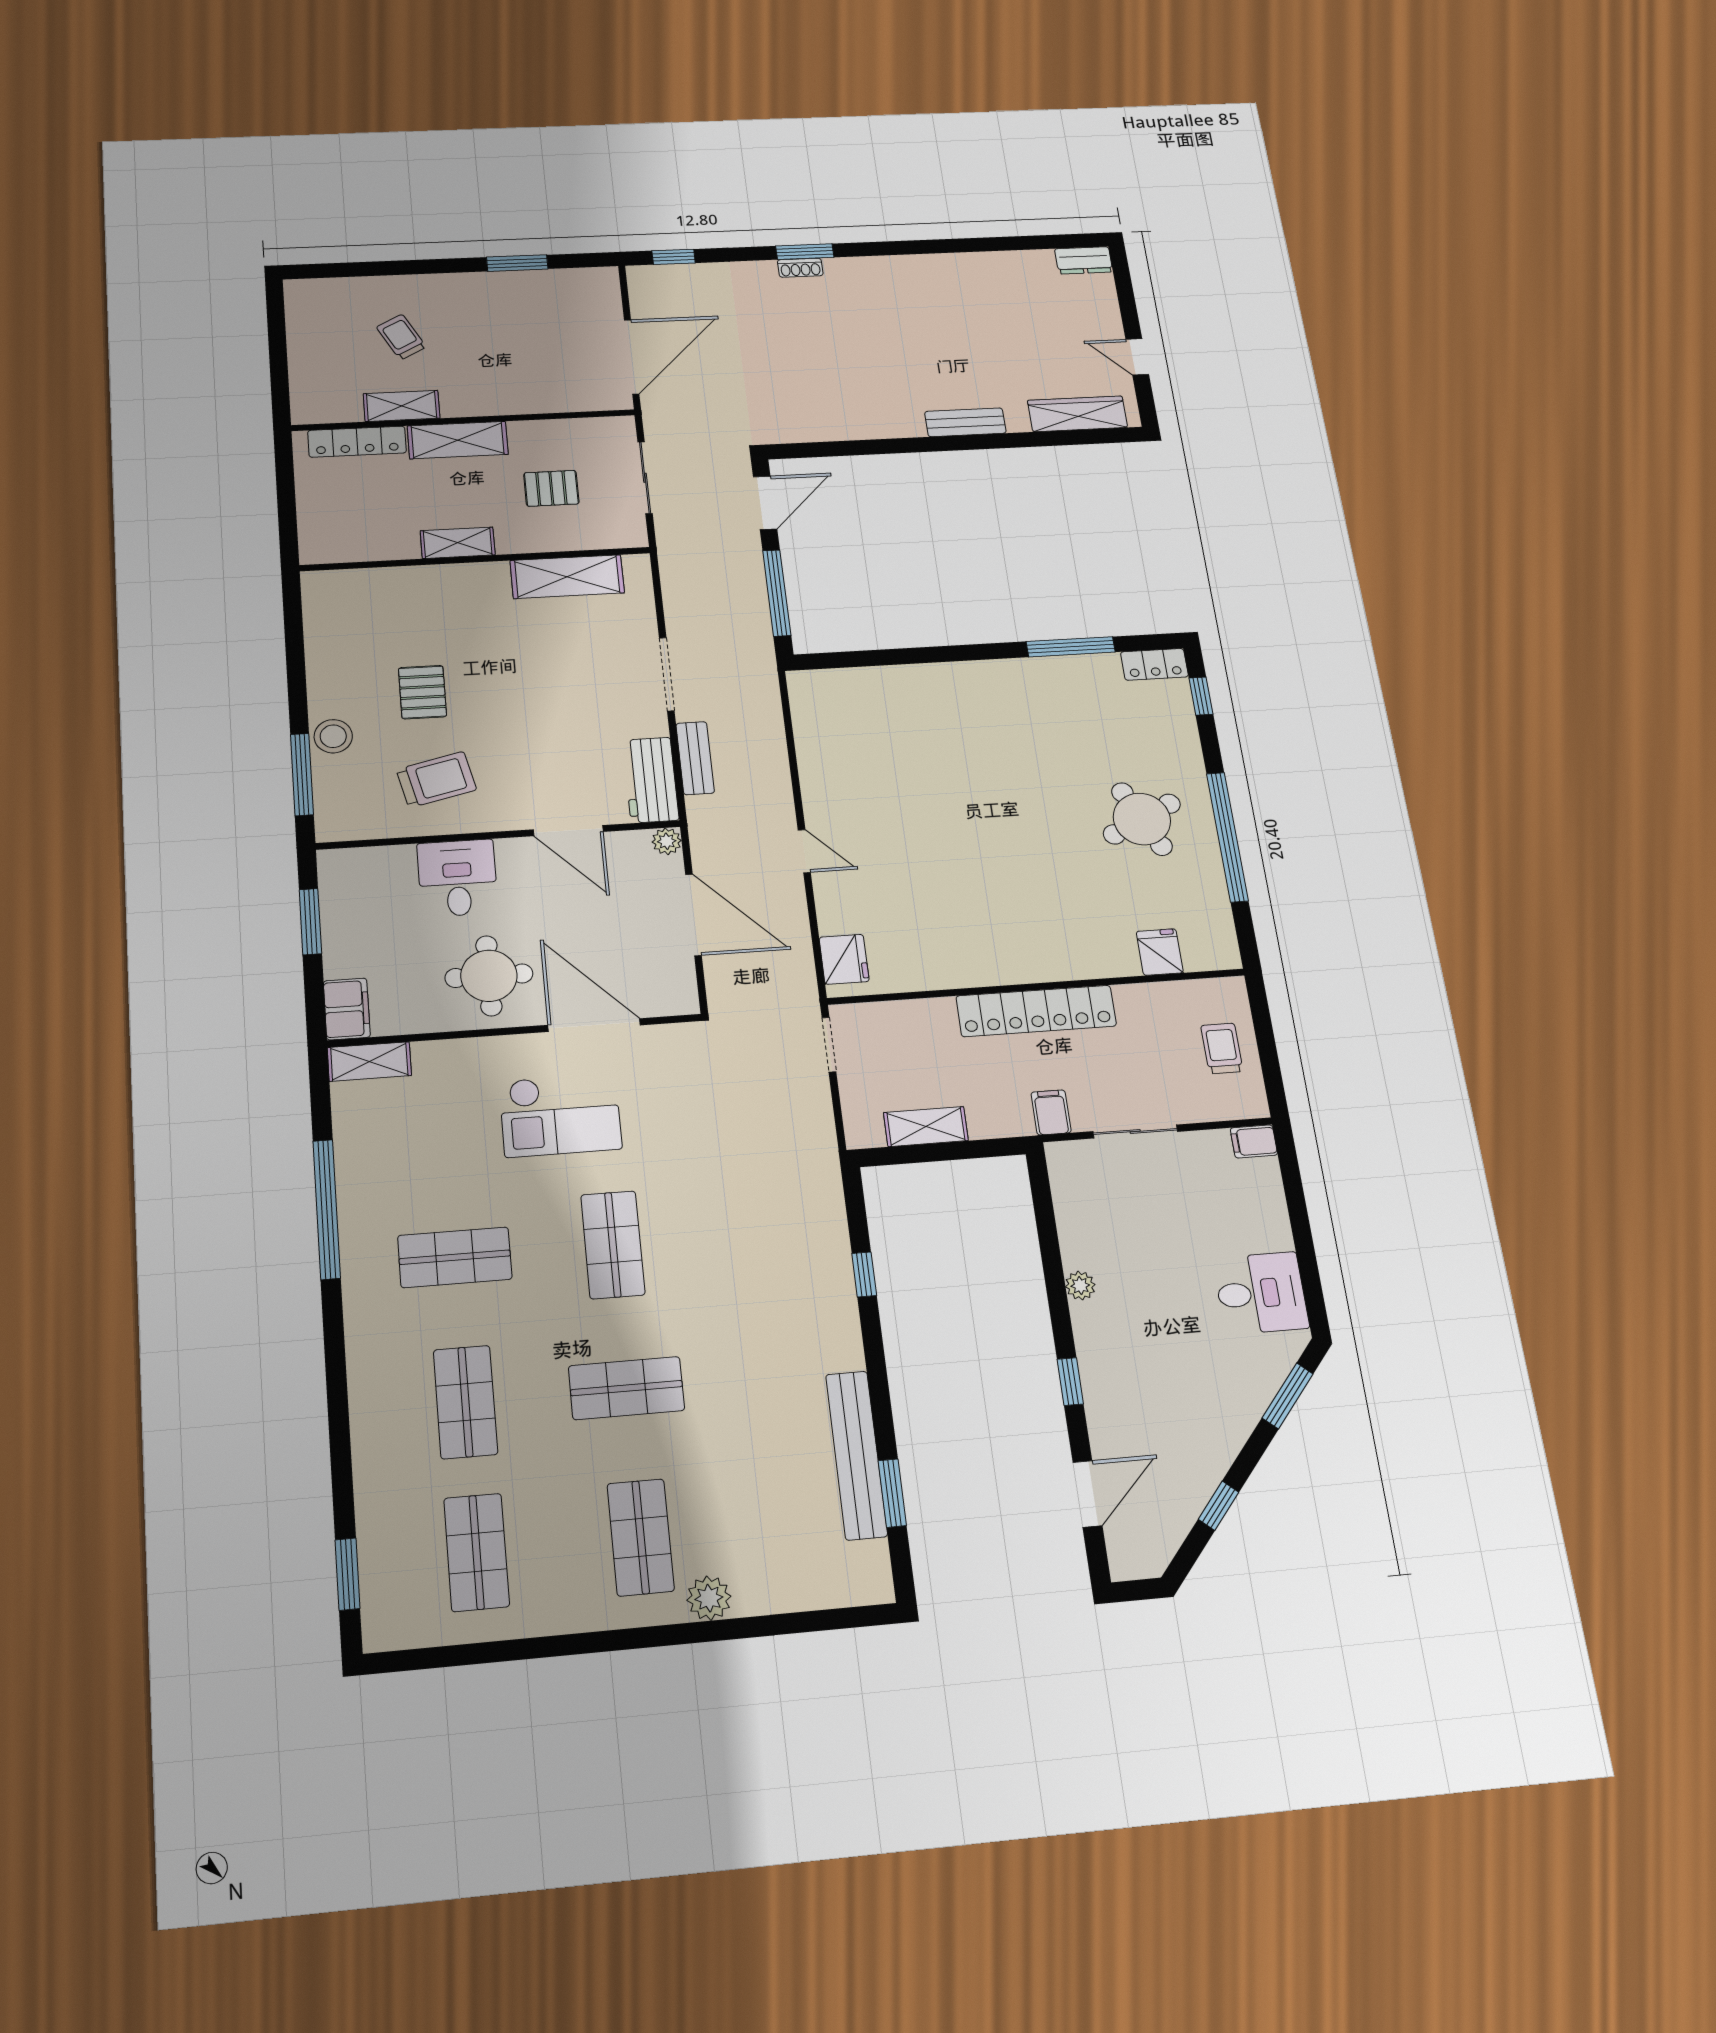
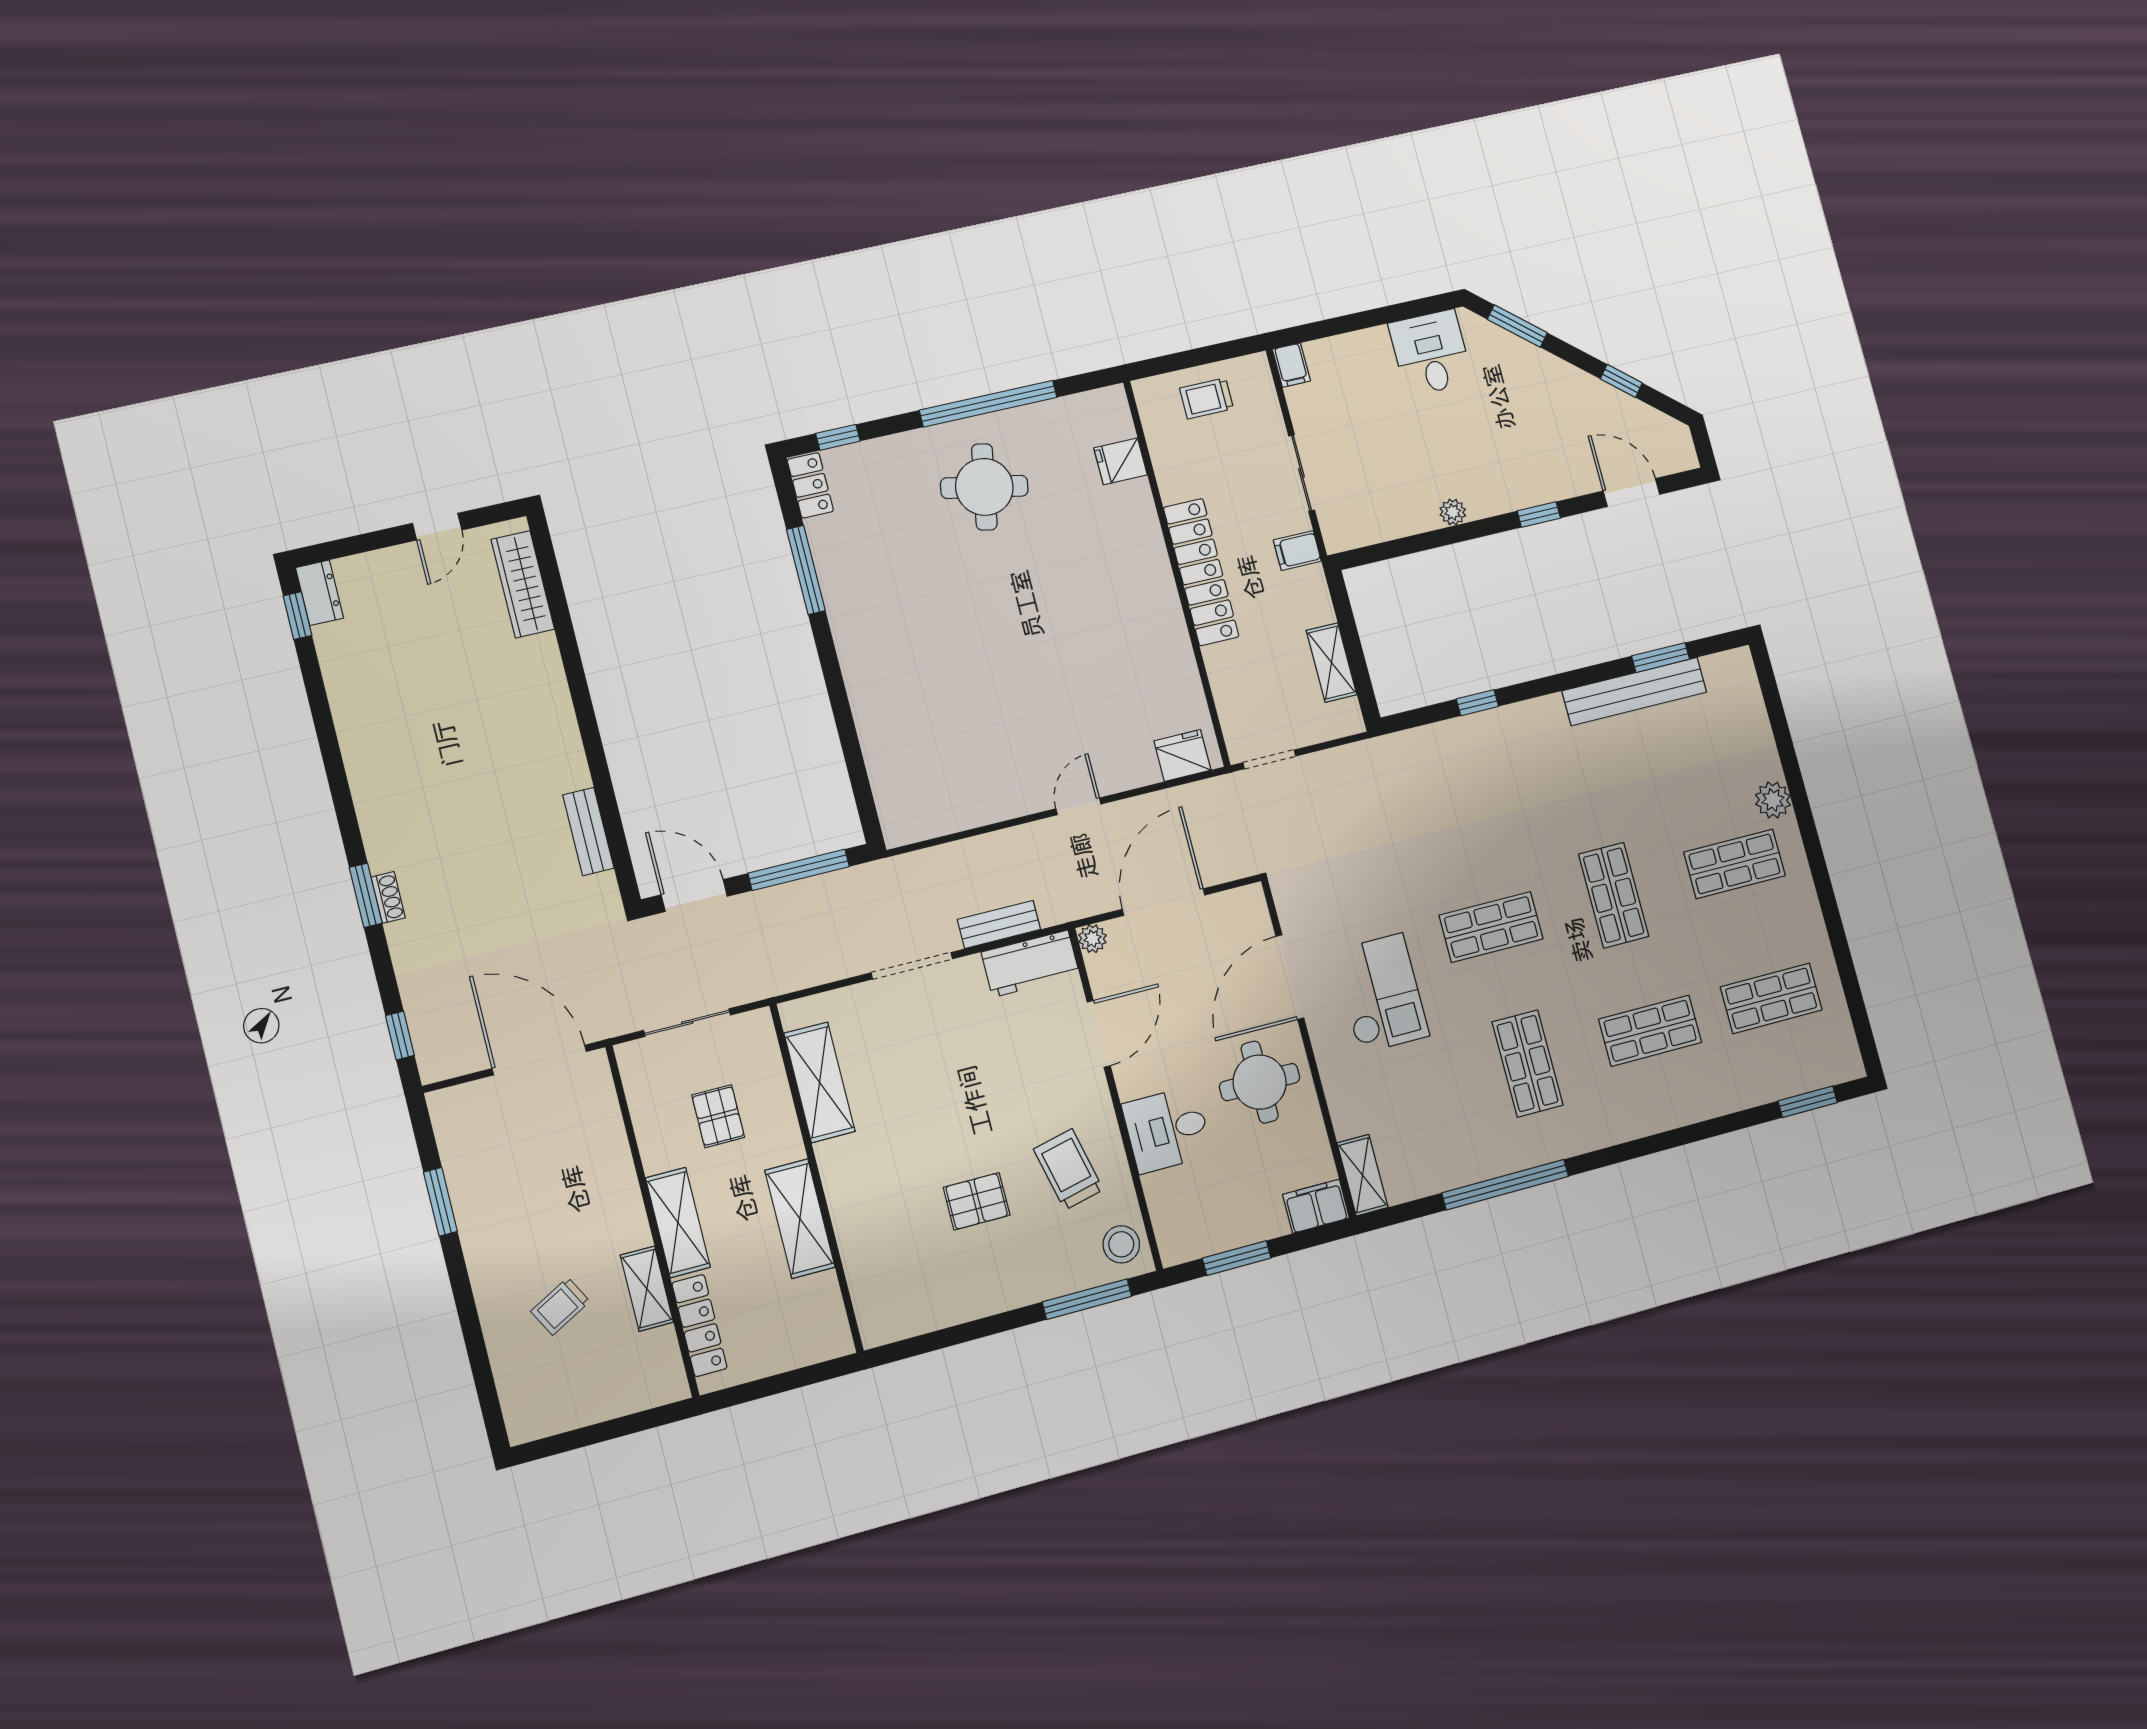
window: (1064, 241) -> (297, 616), added
bench: (965, 422) -> (588, 832), moved
shelving: (458, 543) -> (800, 1219), width x1.50, depth x1.33
stool: (333, 736) -> (1121, 1244), moved
round table: (1142, 819) -> (984, 487), turned 37

